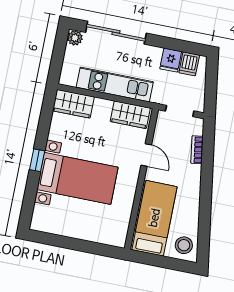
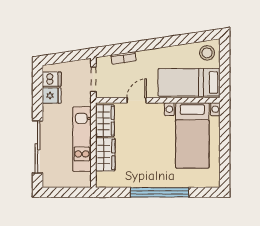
plant: (75, 38) -> (49, 181), removed
wardrobe: (73, 104) -> (105, 154), moved
window: (37, 160) -> (160, 192), width x3.17
bed with nightstands: (77, 178) -> (192, 135), moved, turned 180

